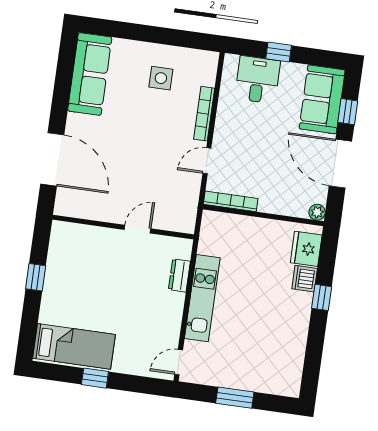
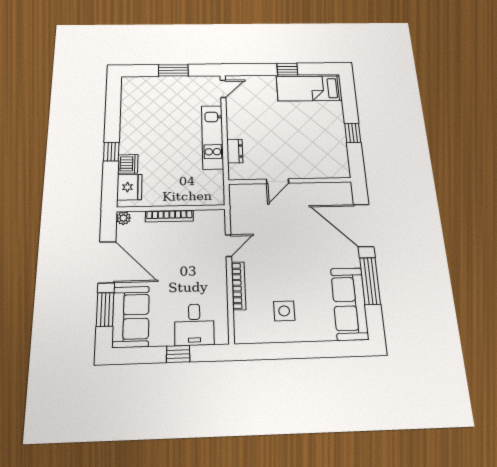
window: (61, 95) -> (370, 281), added
window: (348, 112) -> (105, 309), width x1.50
bookcase: (231, 201) -> (169, 216), moved

